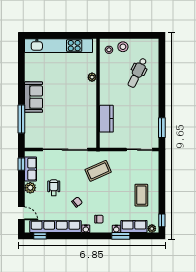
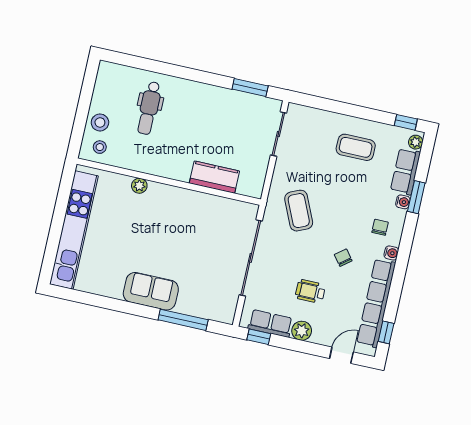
dental chair: (137, 73) -> (149, 108), turned 64

